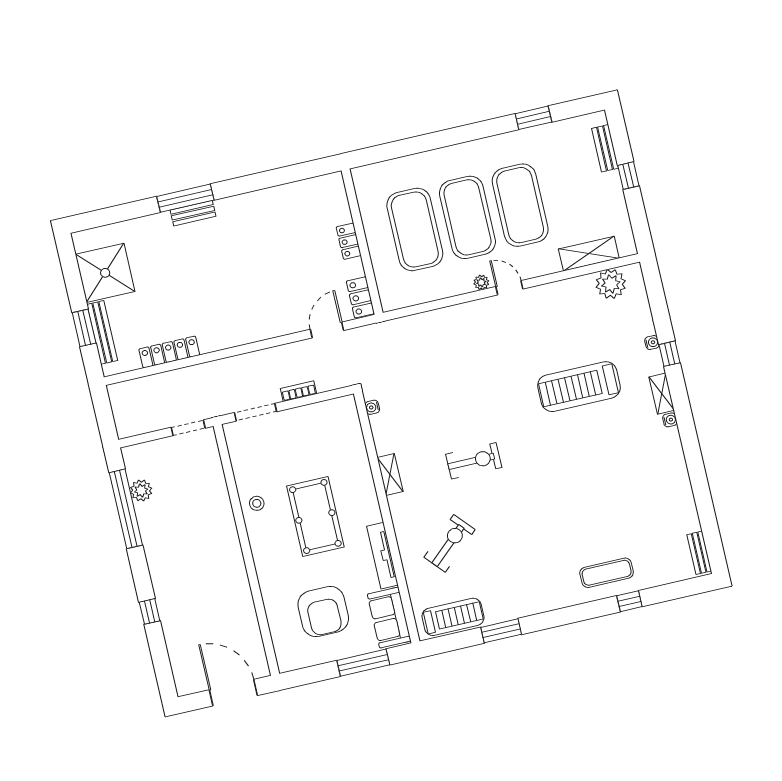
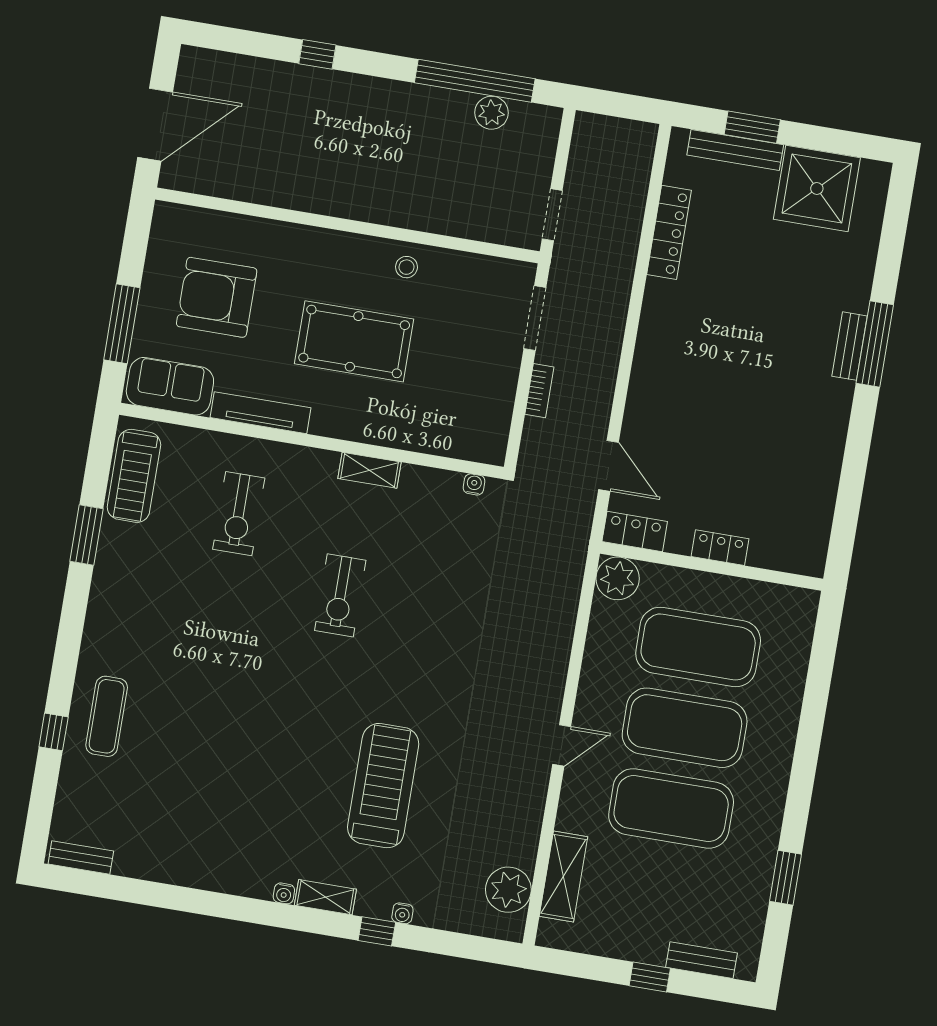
plant: (481, 282) -> (618, 578), moved, width x1.88, depth x1.88
exercise bike: (450, 543) -> (239, 514), turned 42

